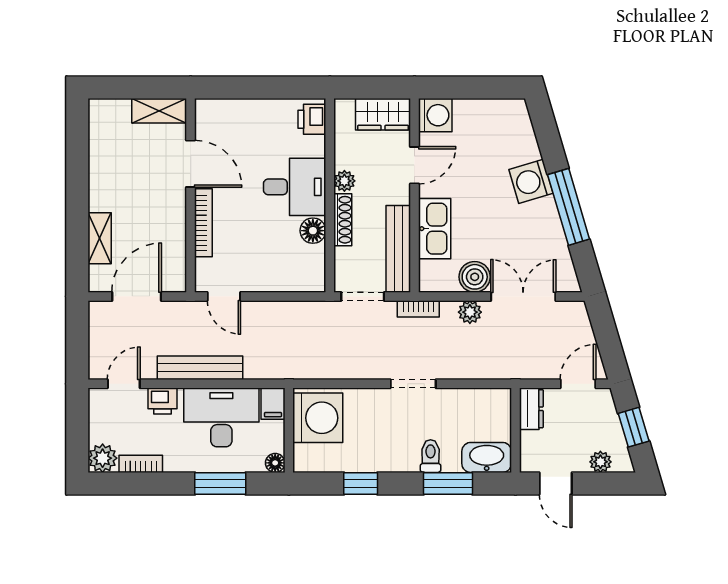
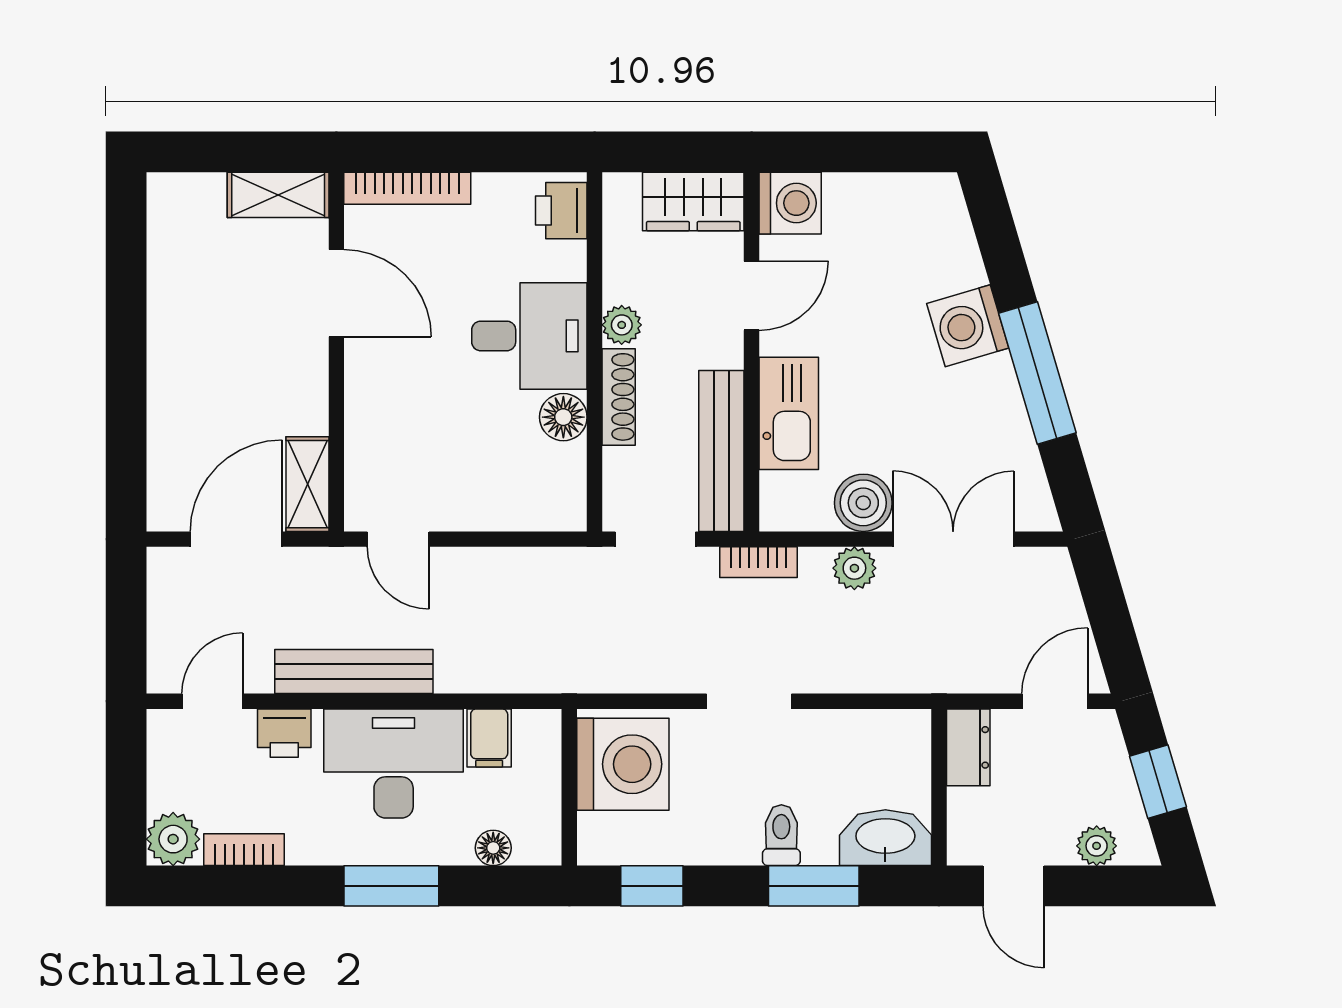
bookcase: (203, 223) -> (407, 188), moved, turned 90
shelving: (100, 238) -> (307, 484), moved
washing machine: (318, 418) -> (623, 764), moved
wall: (289, 430) -> (569, 787), moved

